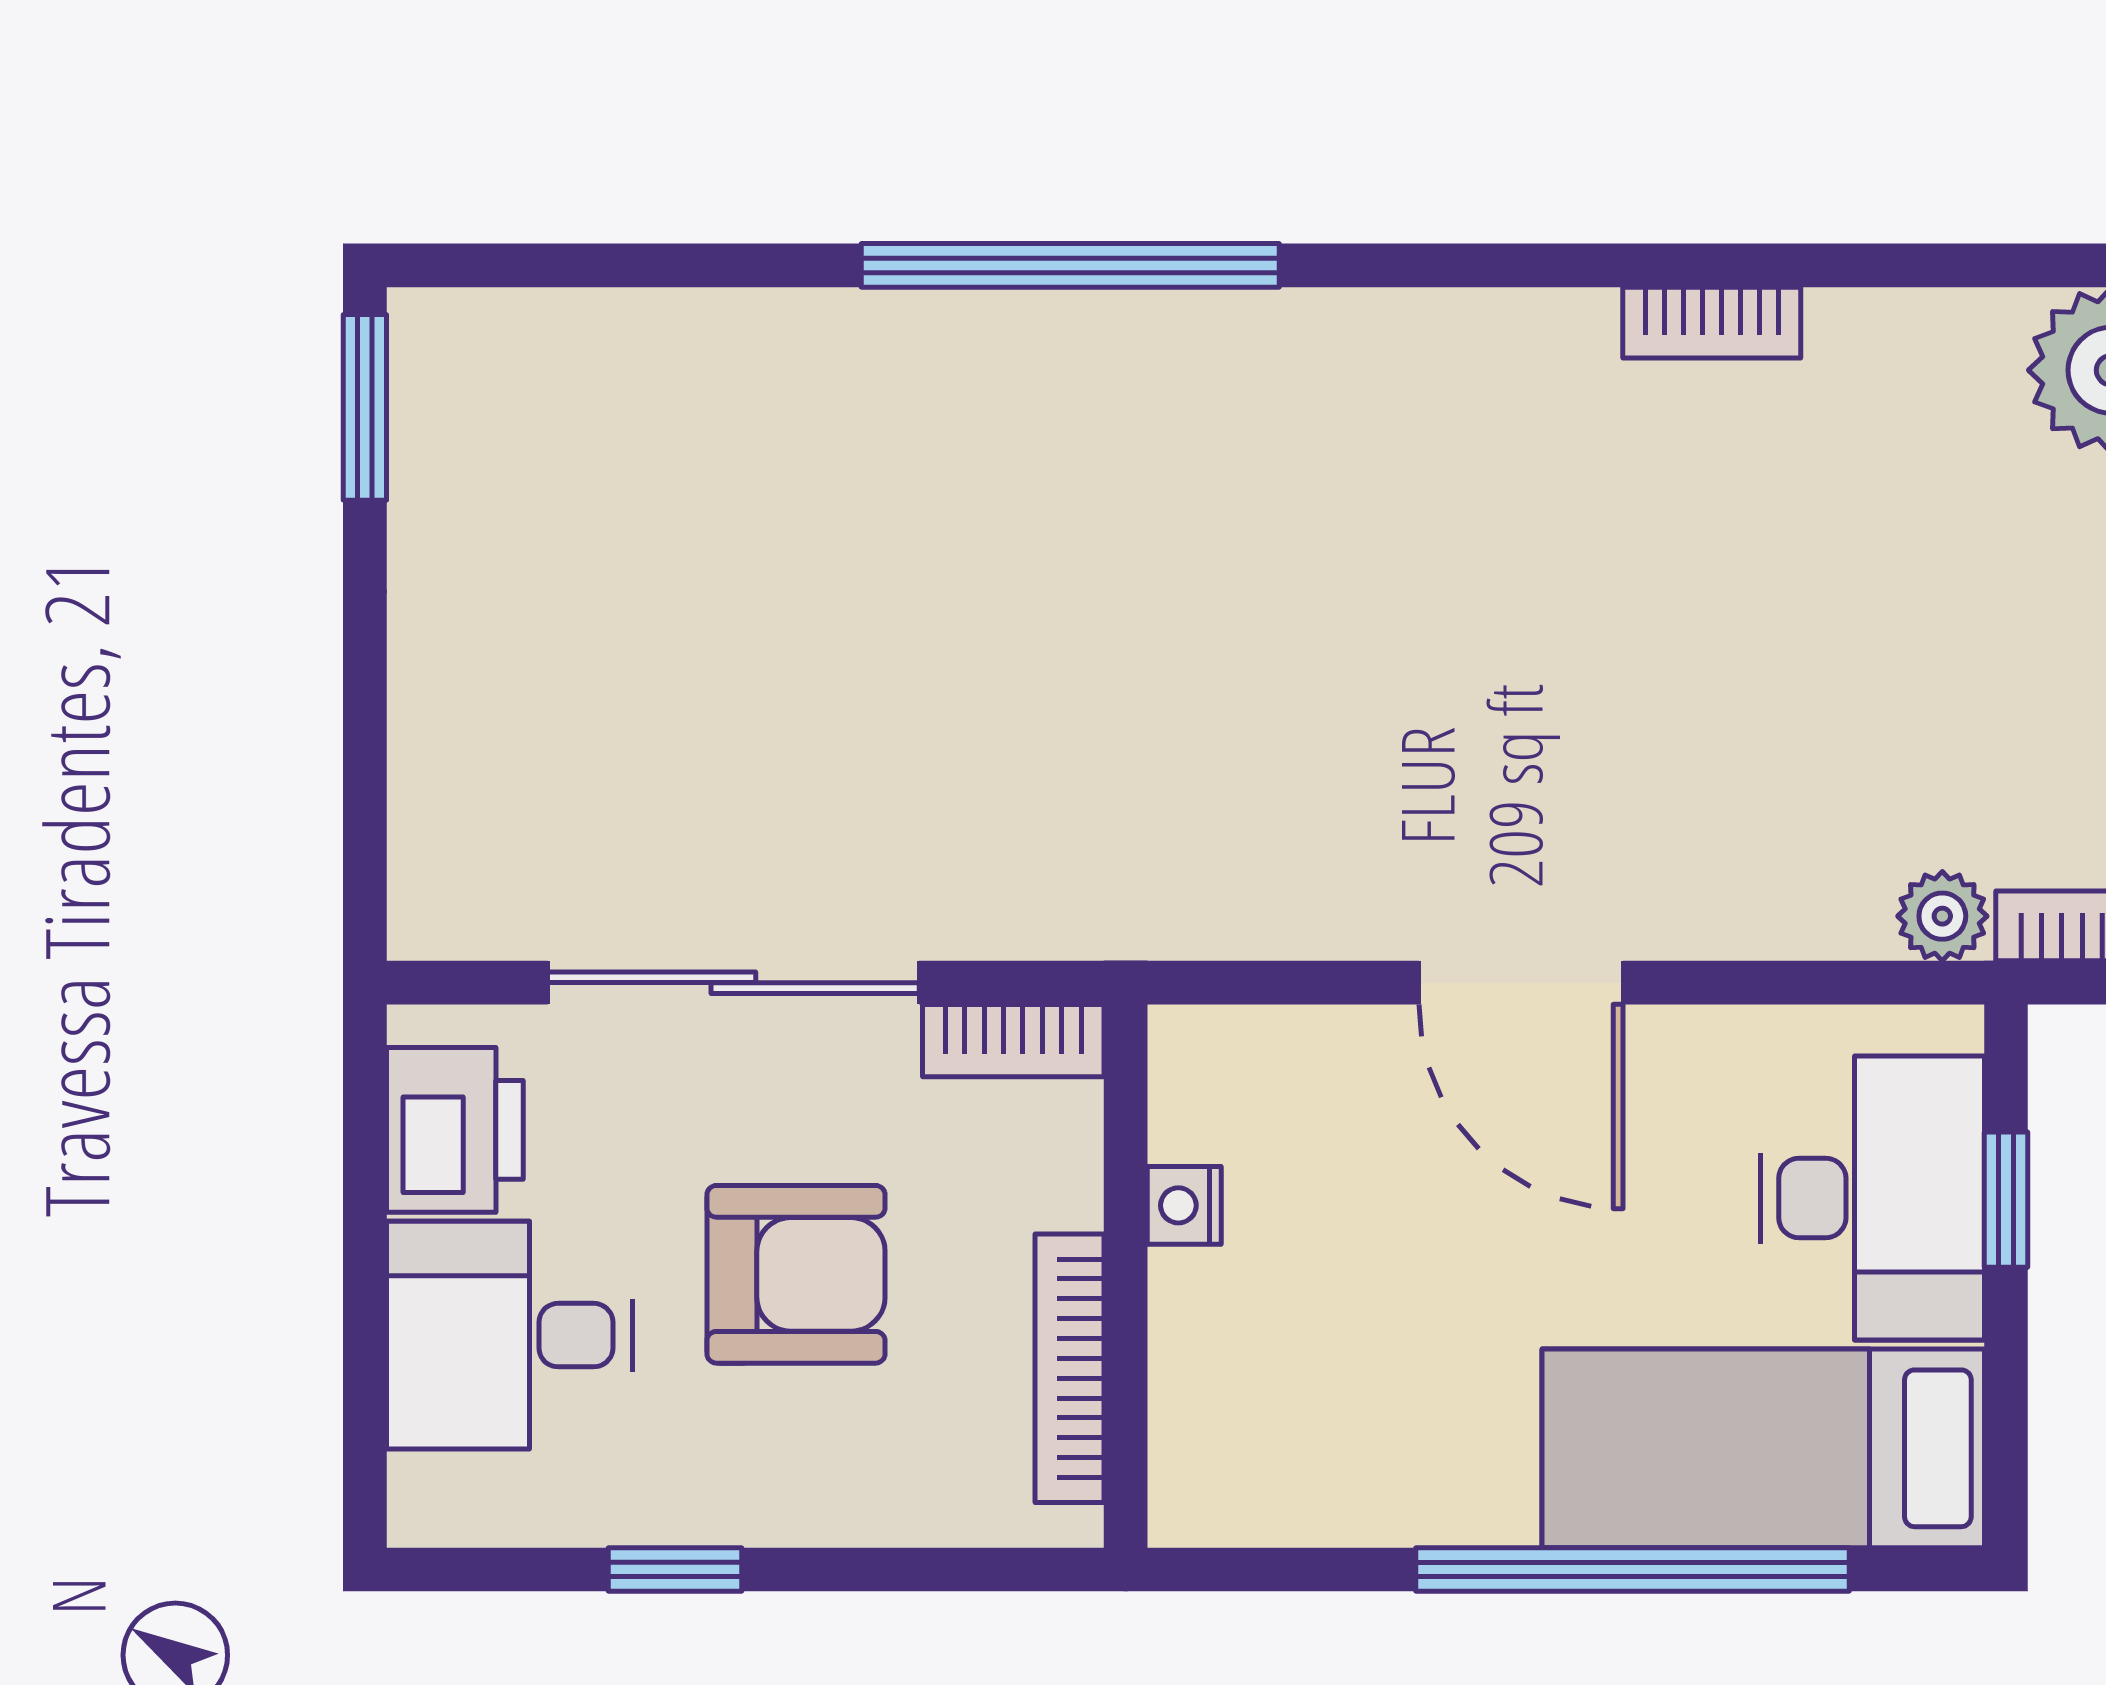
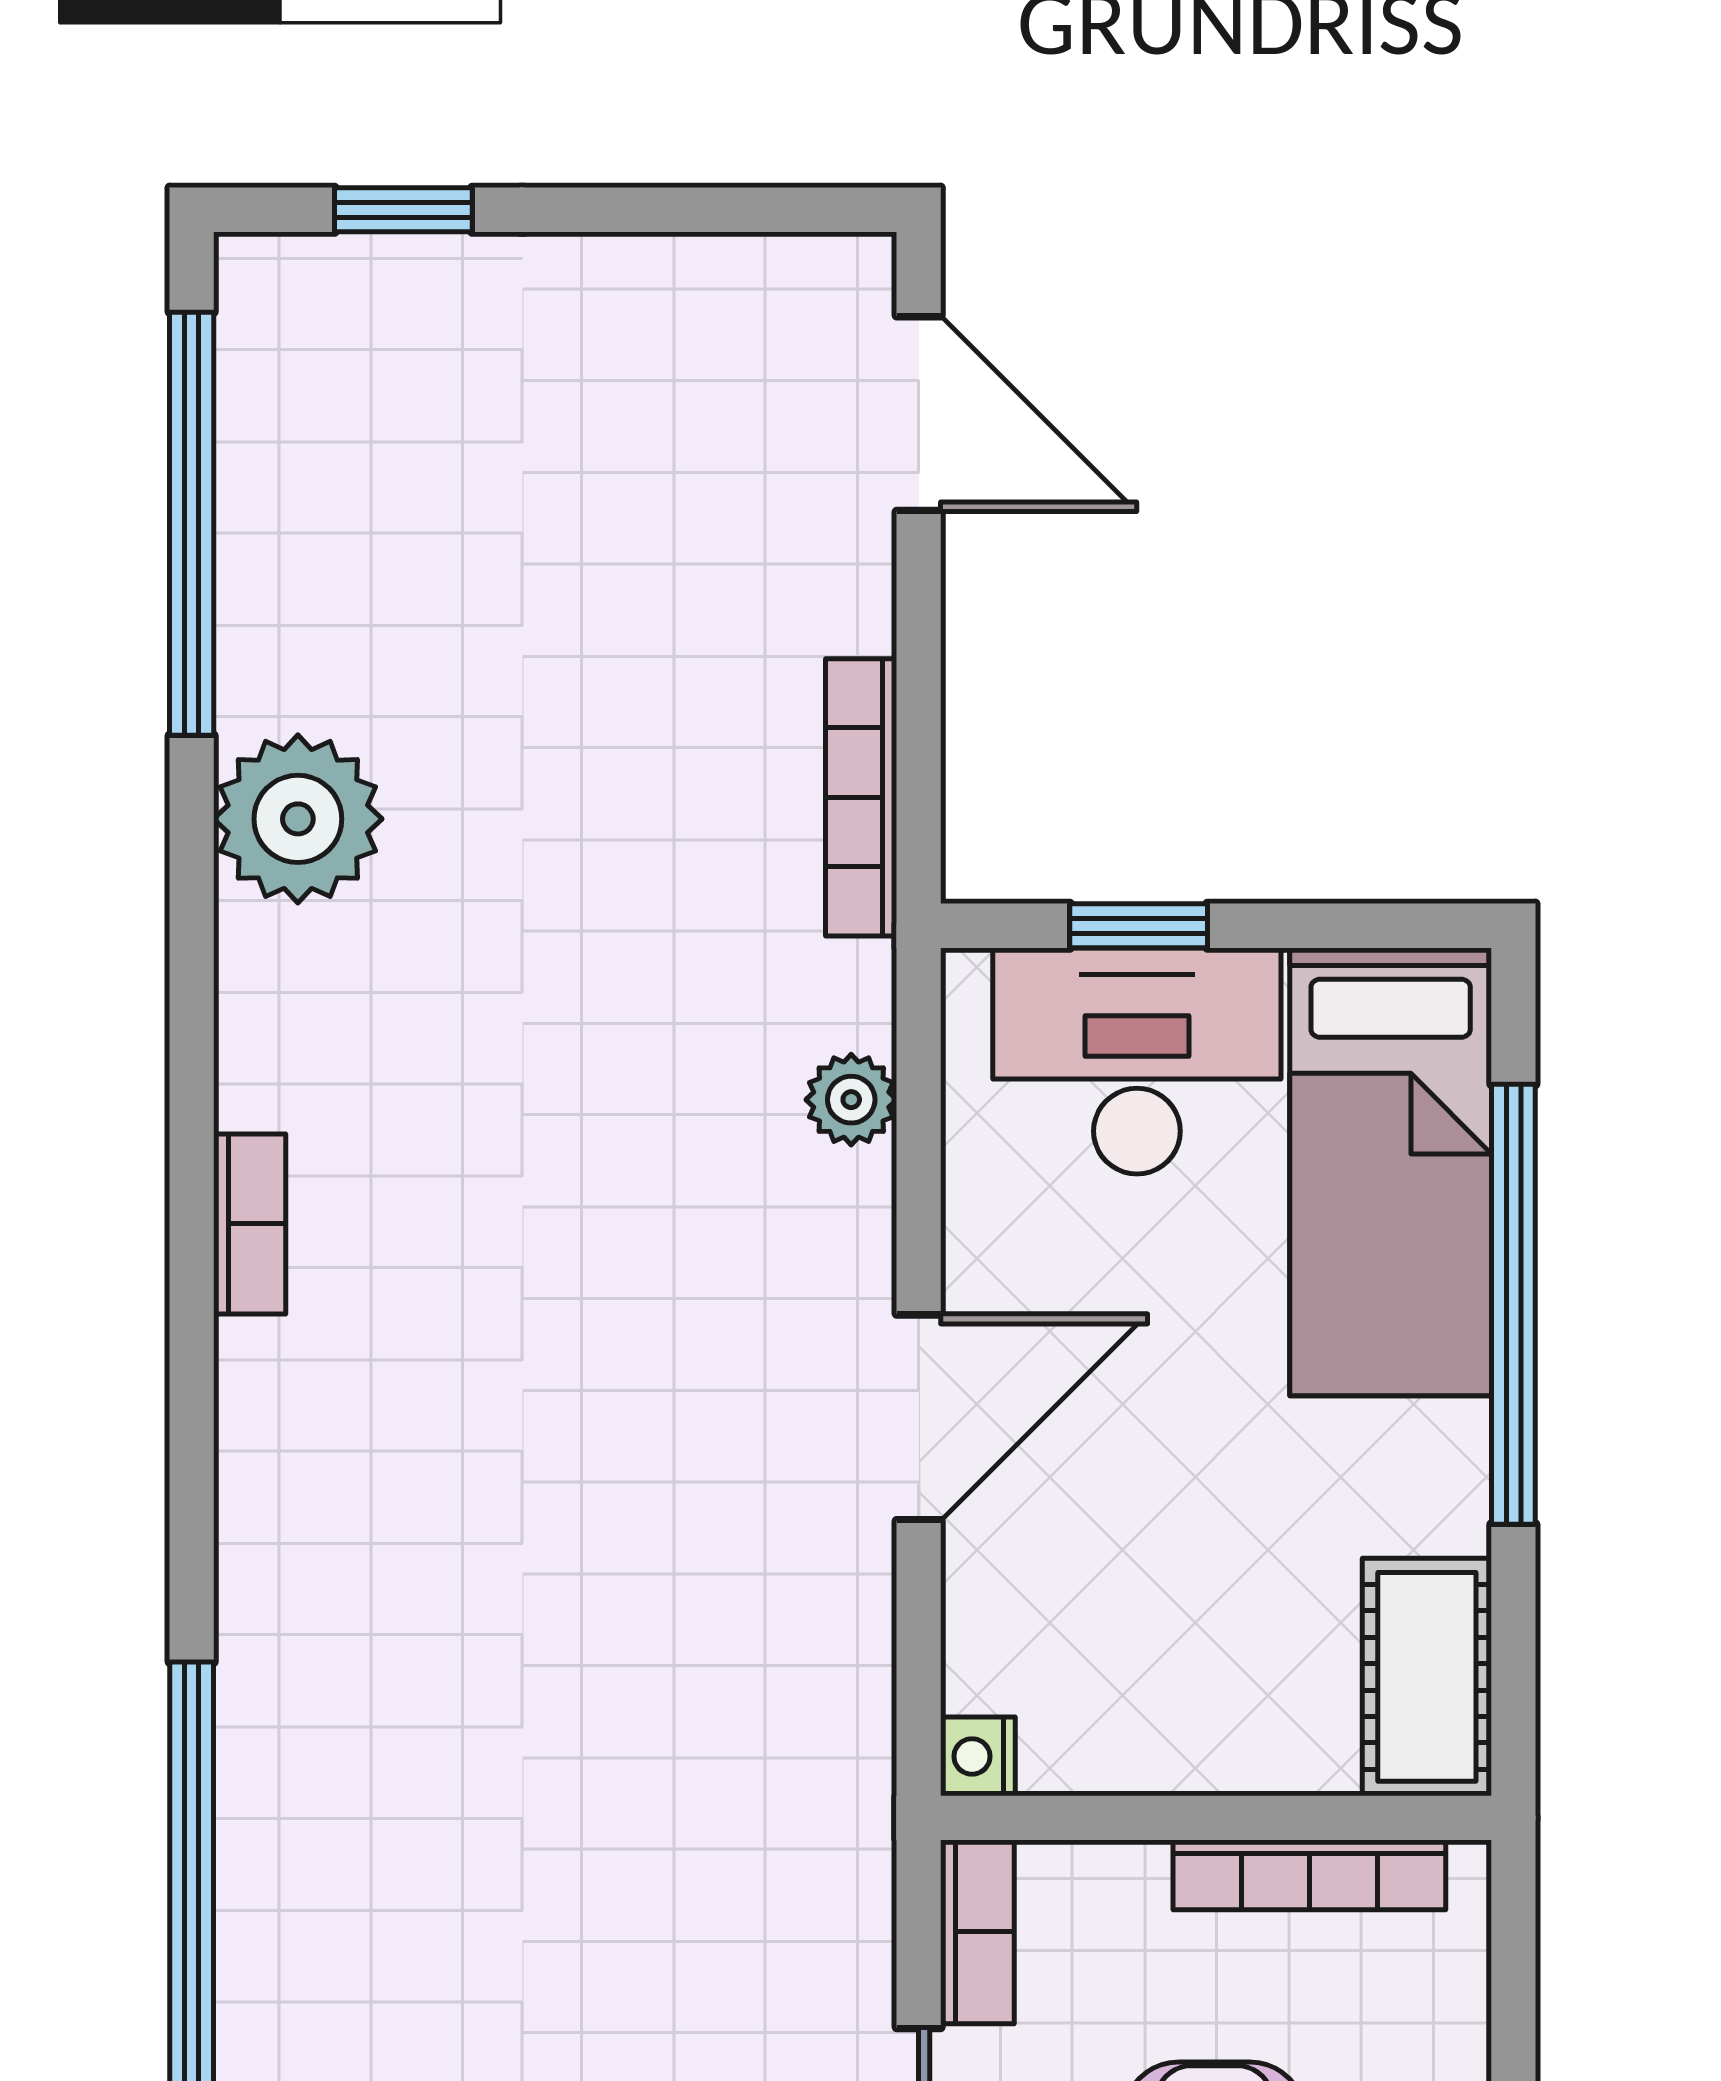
plant: (1942, 916) -> (851, 1100), moved
nightstand: (1184, 1205) -> (978, 1756), moved, turned 90
cot: (1265, 1484) -> (1427, 1677), added

